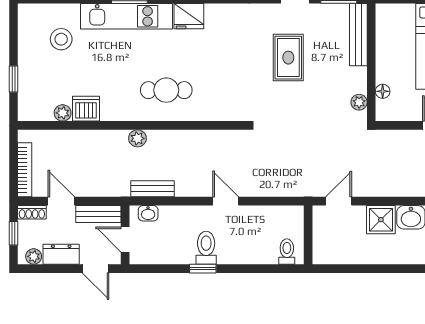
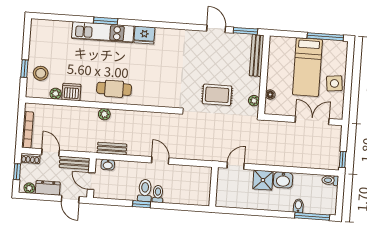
stool: (61, 39) -> (41, 73), moved
rug: (288, 58) -> (217, 95), moved, turned 90
cafe table: (166, 90) -> (114, 89), moved
toilet: (287, 252) -> (158, 194), moved

